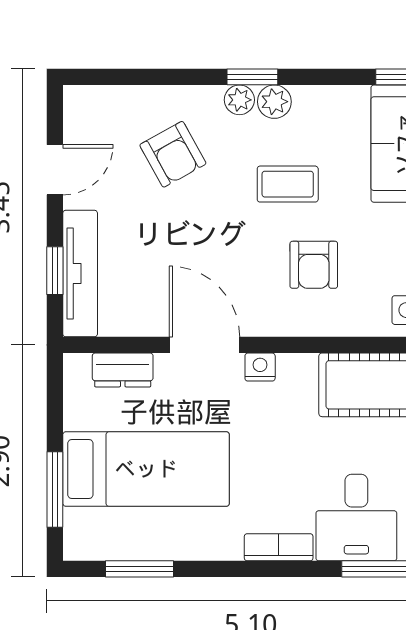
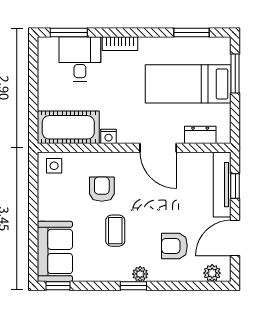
plant: (274, 102) -> (212, 273), moved
armchair: (173, 154) -> (174, 246), turned -61
door: (55, 170) -> (235, 238), width x1.37
coffee table: (288, 184) -> (115, 231), turned 90
nightstand: (260, 367) -> (109, 136), moved

